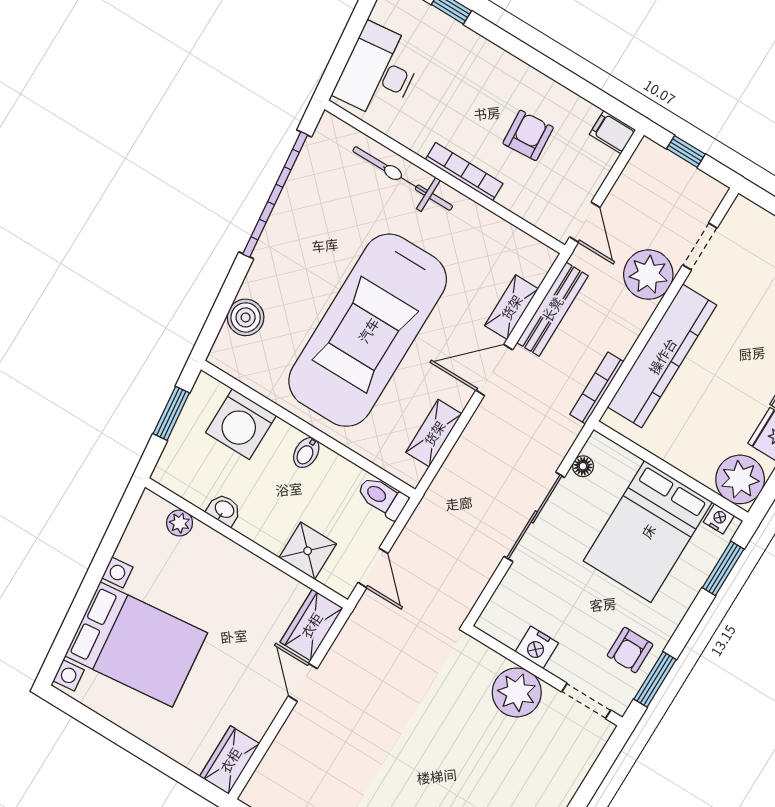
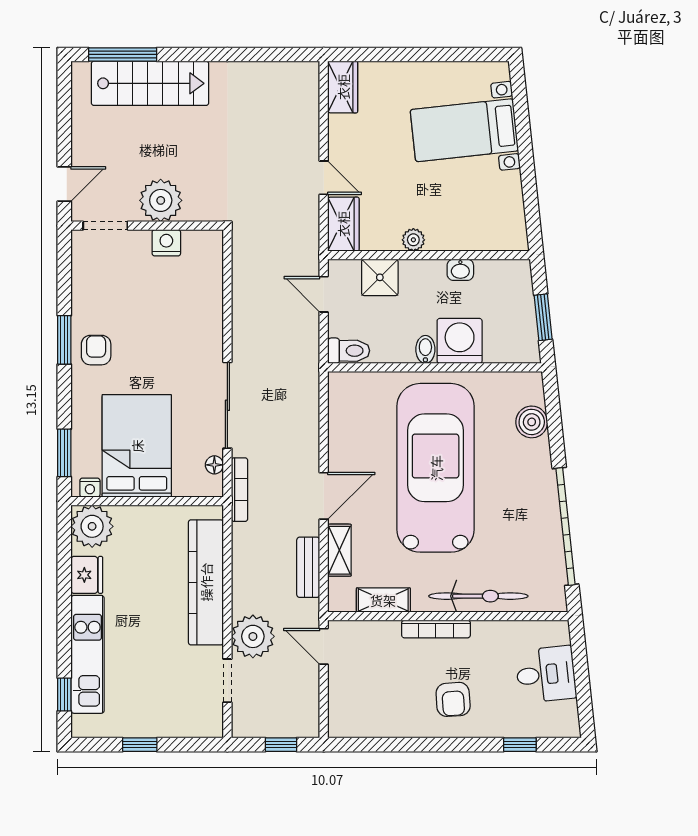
desk: (379, 71) -> (546, 674), width x0.73
filing cabinet: (613, 132) -> (344, 726), removed
armchair: (528, 135) -> (453, 699), moved
bench: (552, 309) -> (308, 567), width x0.73
bookcase: (597, 388) -> (240, 490), moved
washing machine: (241, 424) -> (460, 341), moved
shelving: (434, 433) -> (383, 600), moved, turned 90
plant: (180, 523) -> (413, 240), moved
bed with nightstands: (136, 644) -> (464, 130), width x0.73
nightstand: (537, 647) -> (166, 243), moved
wall: (545, 676) -> (147, 226), moved
plant: (517, 692) -> (161, 200), moved
doorway: (586, 701) -> (105, 226), moved

